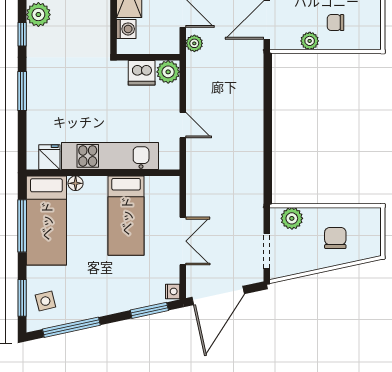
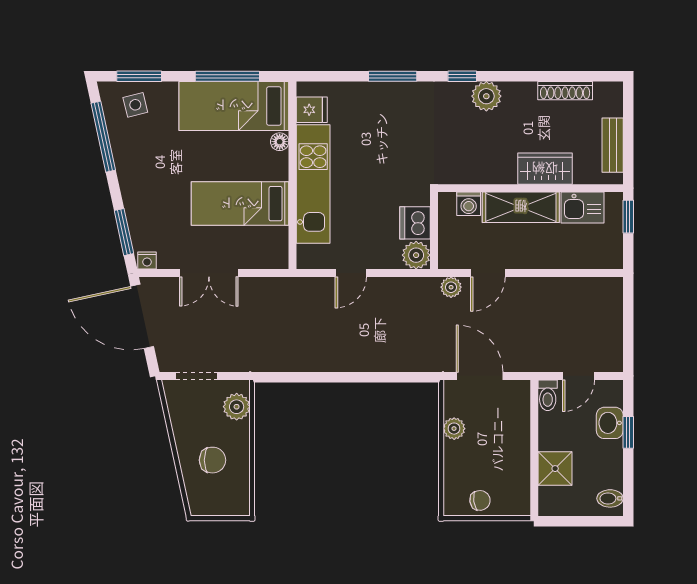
chair: (336, 23) -> (480, 500), moved, turned 82

